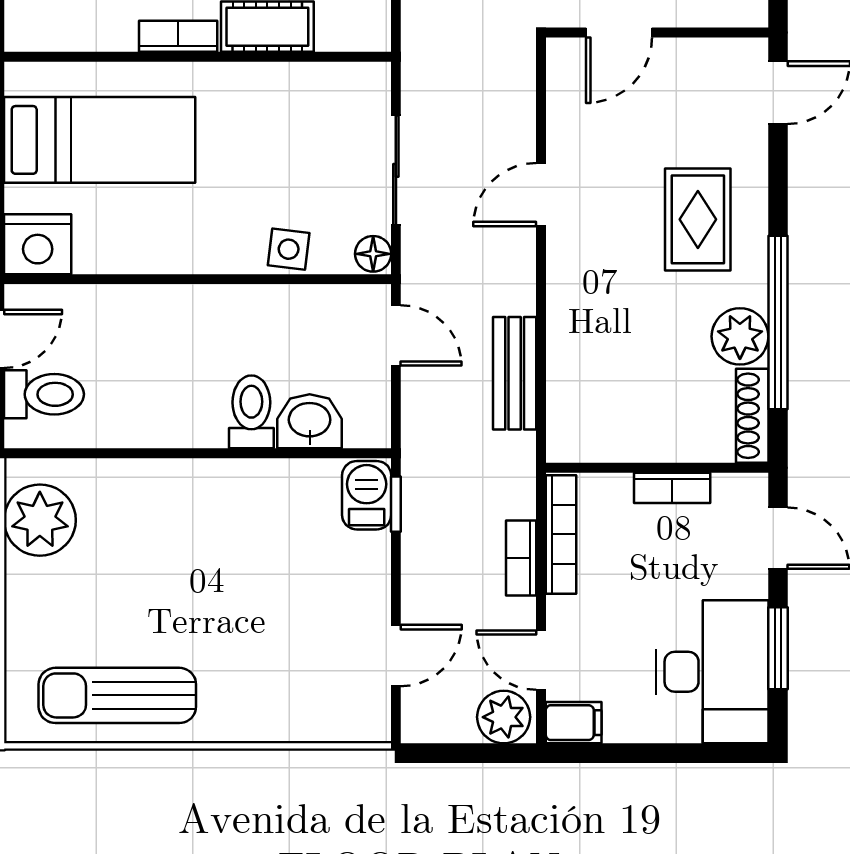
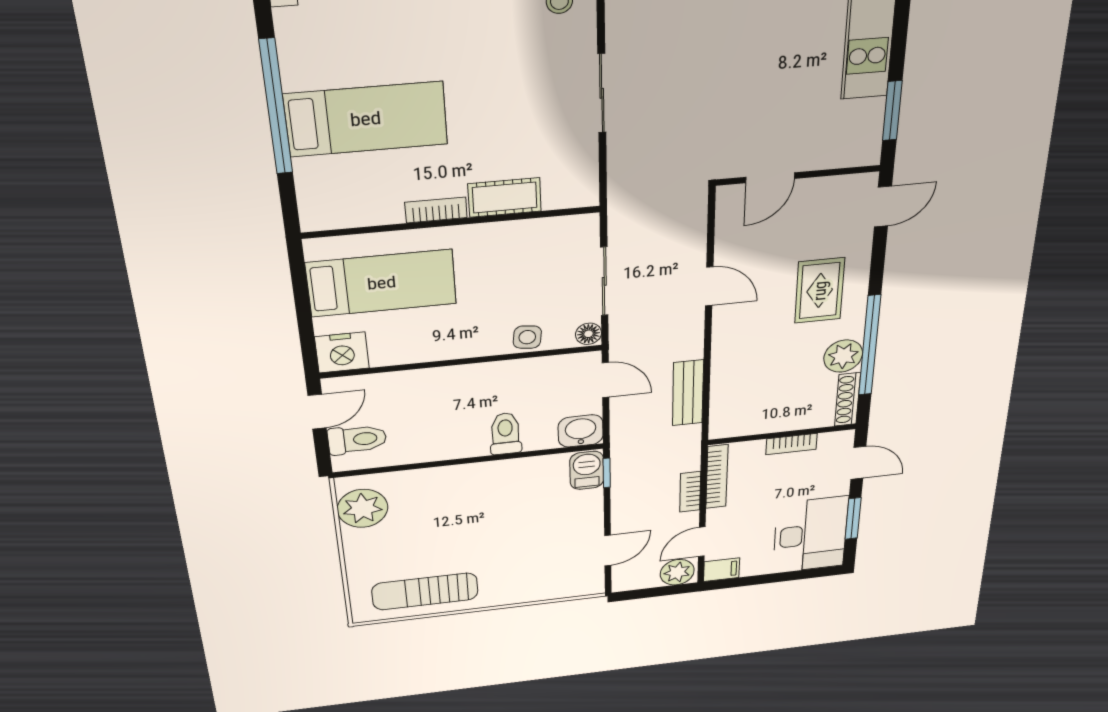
door: (541, 195) -> (709, 286), swing flipped
washbasin: (310, 421) -> (581, 431), moved
door: (541, 660) -> (702, 542), hinge flipped

